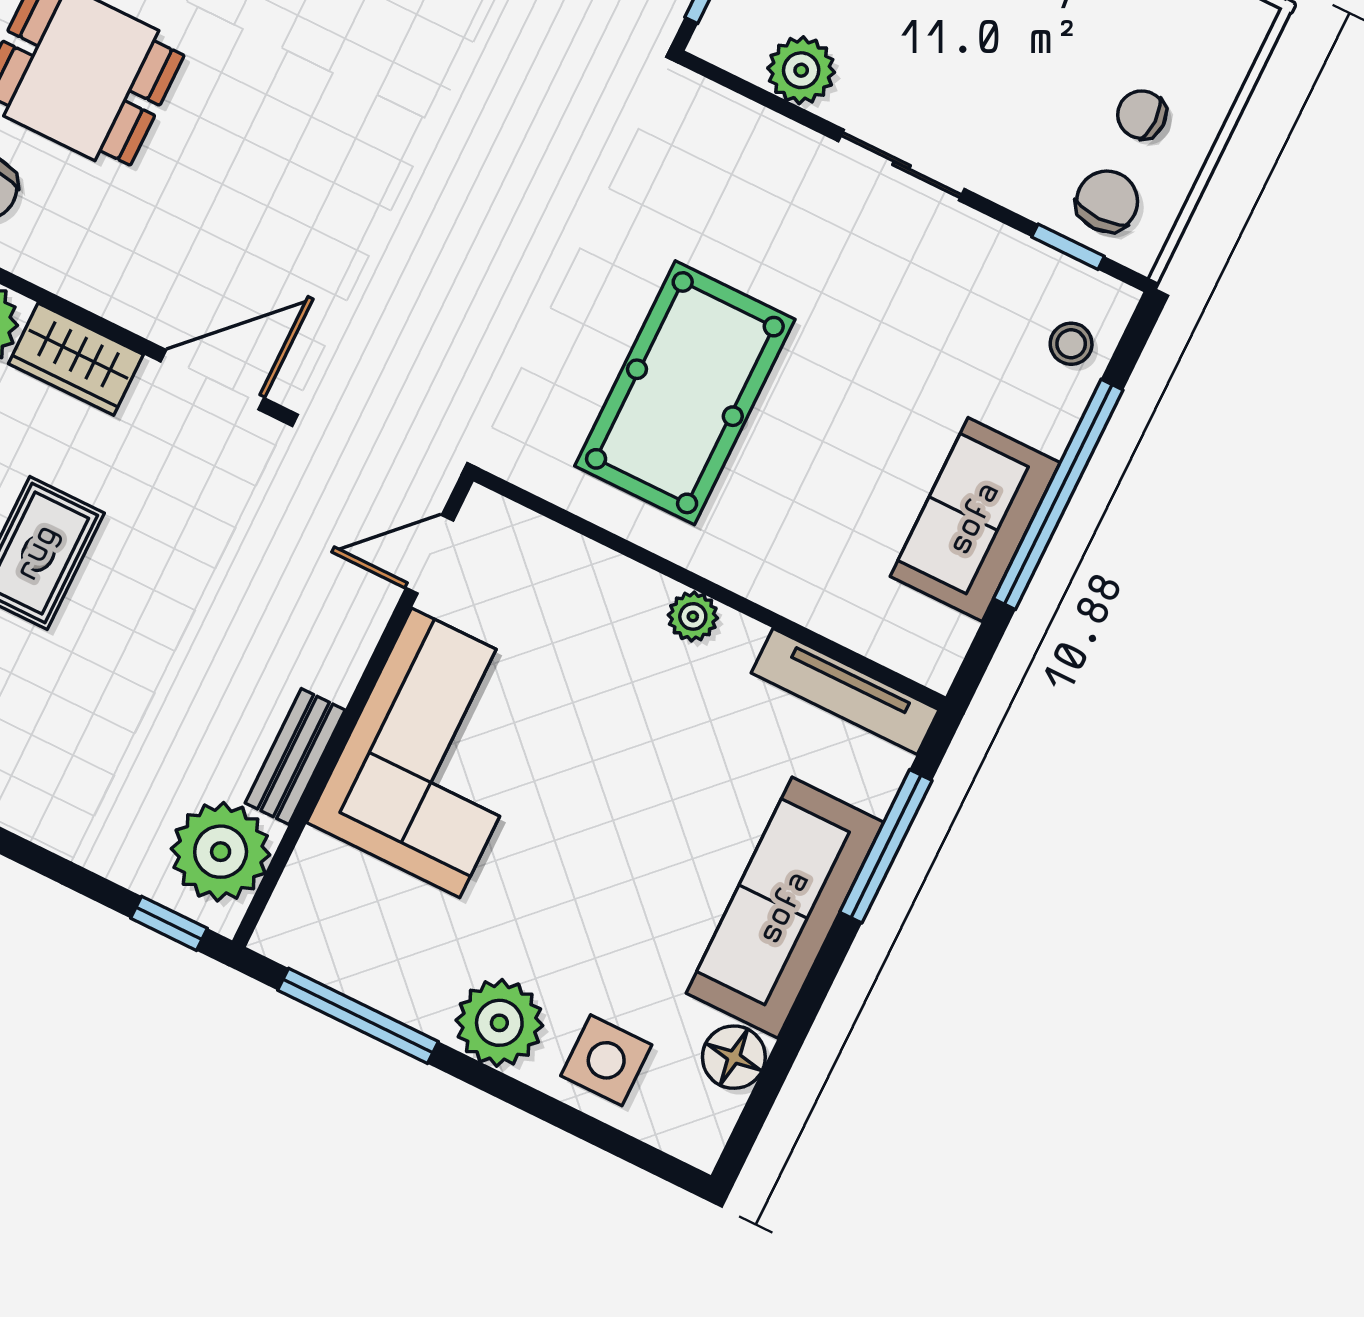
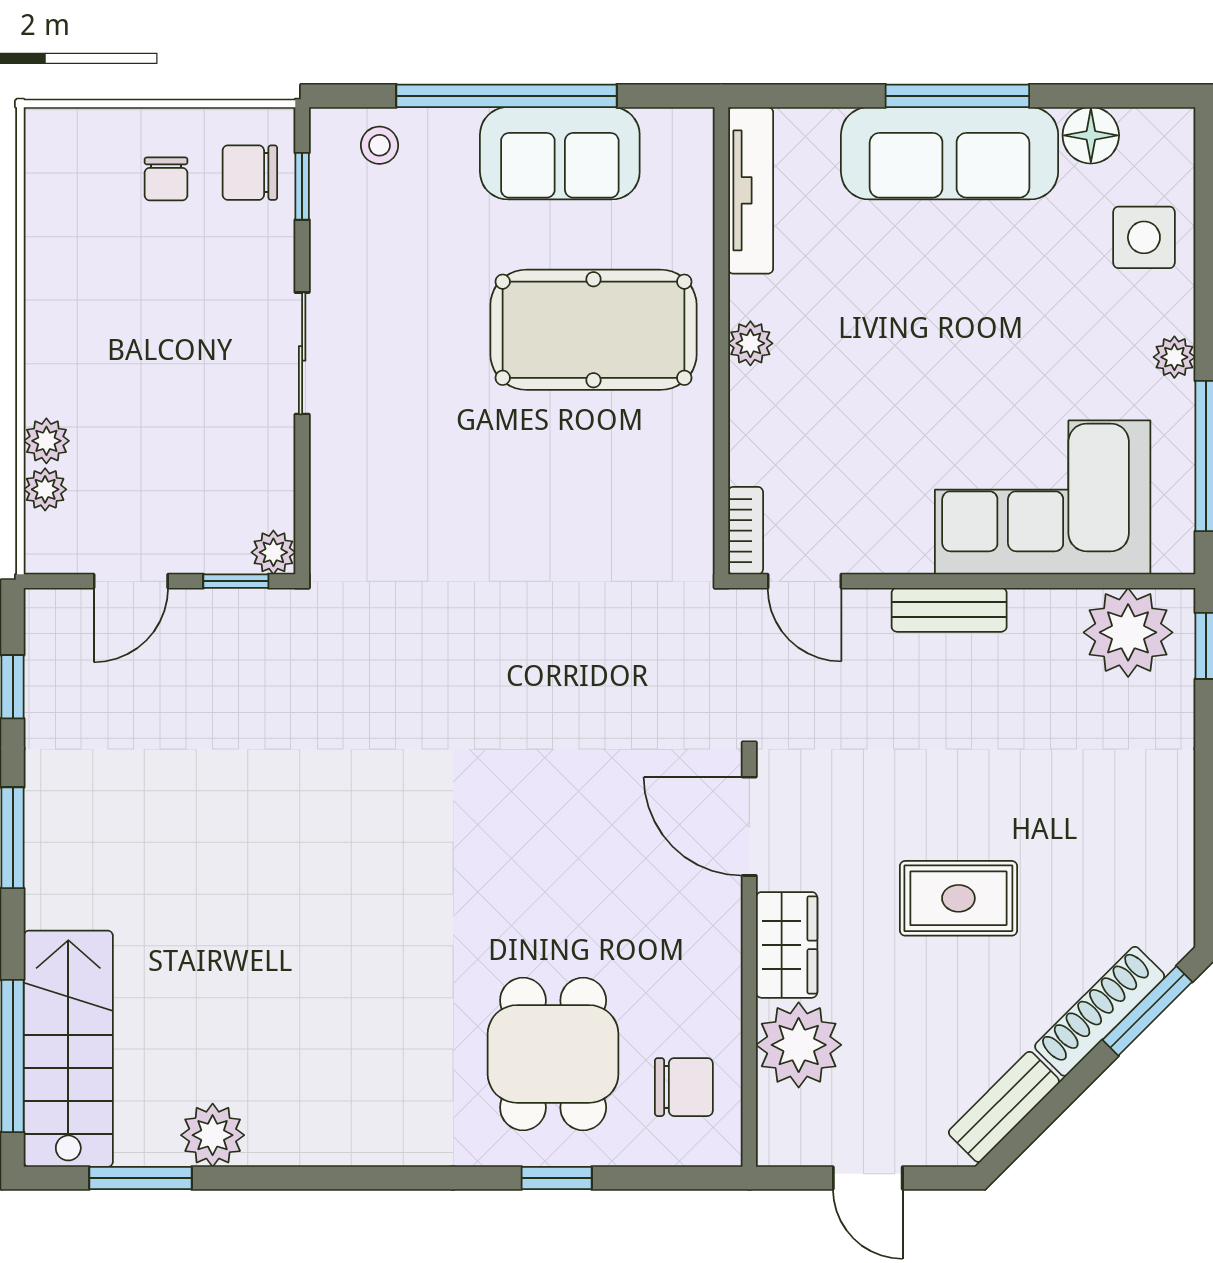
plant: (801, 70) -> (273, 552), moved, width x0.73, depth x0.73
pool table: (685, 393) -> (593, 330), moved
bookcase: (509, 520) -> (746, 531), added
corner sofa: (436, 753) -> (1043, 497), moved
bench: (295, 756) -> (949, 610), moved
window: (886, 846) -> (957, 96), moved
plant: (499, 1023) -> (1174, 357), width x0.53, depth x0.53

